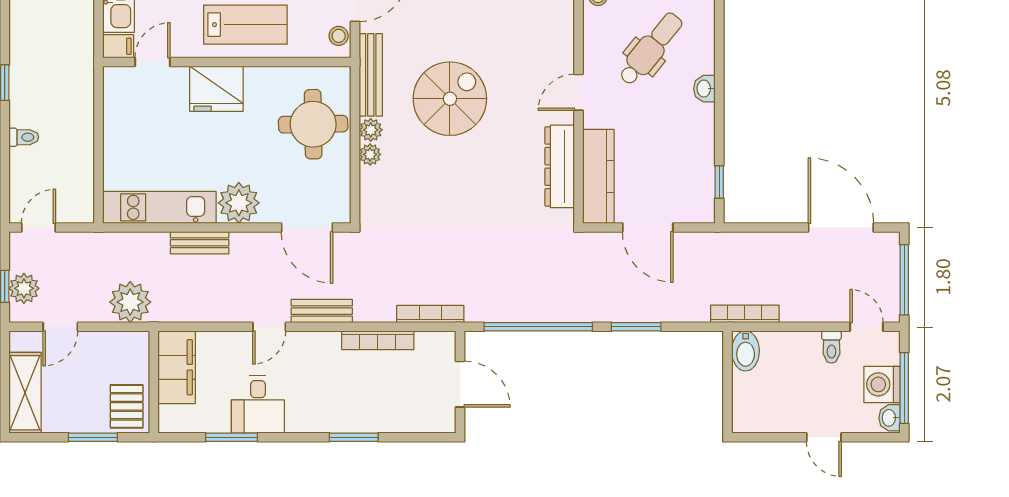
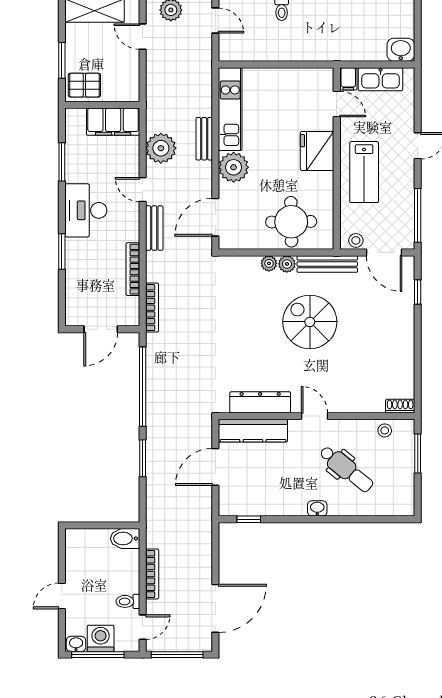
spiral stairs: (450, 99) -> (310, 322), turned 180
plant: (130, 302) -> (161, 148), moved
bookcase: (745, 314) -> (152, 574), moved
desk: (258, 405) -> (86, 210), moved, width x1.37

